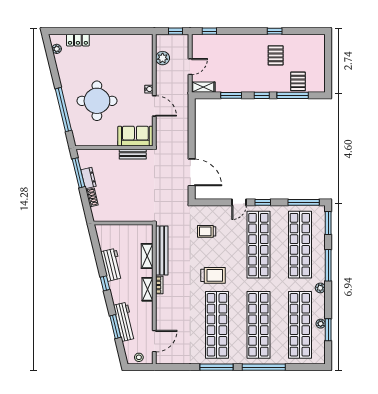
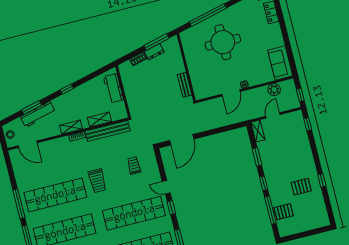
door: (190, 67) -> (273, 115), swing flipped
sofa: (135, 136) -> (280, 63), moved, turned 180
workbench: (112, 265) -> (113, 88), moved, turned 103

